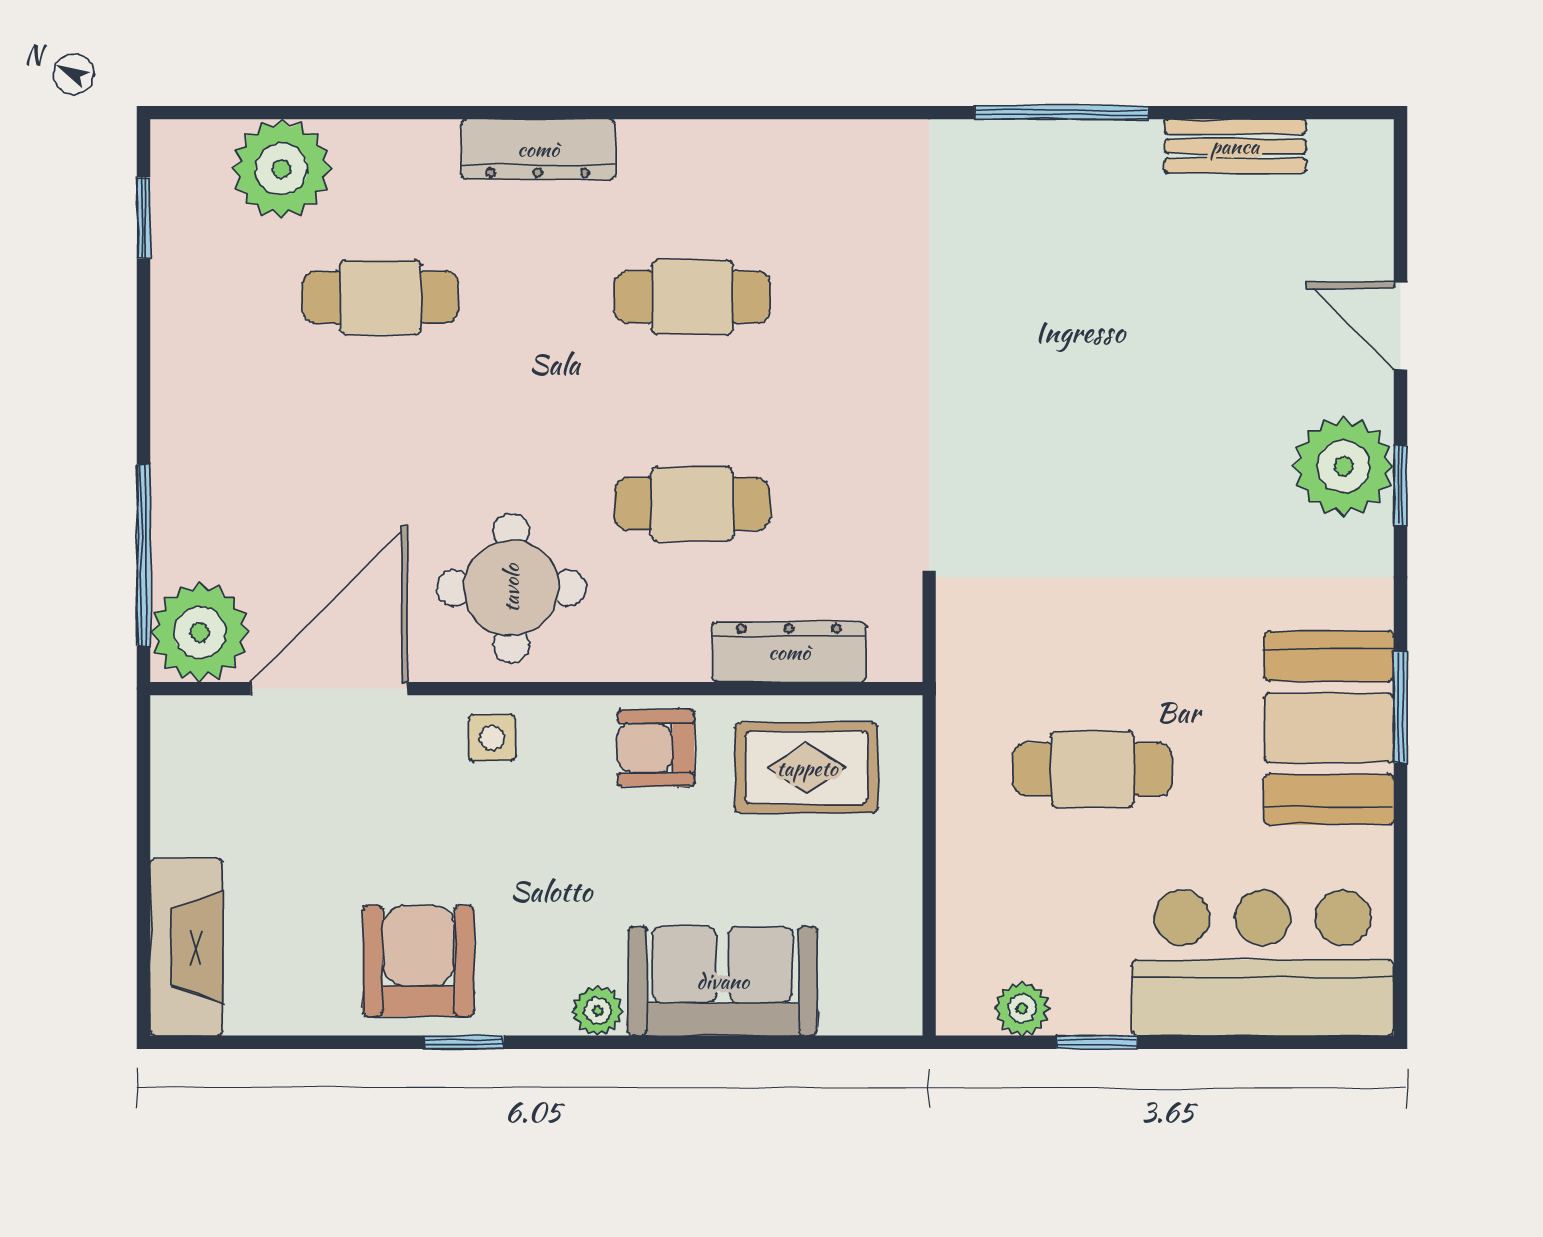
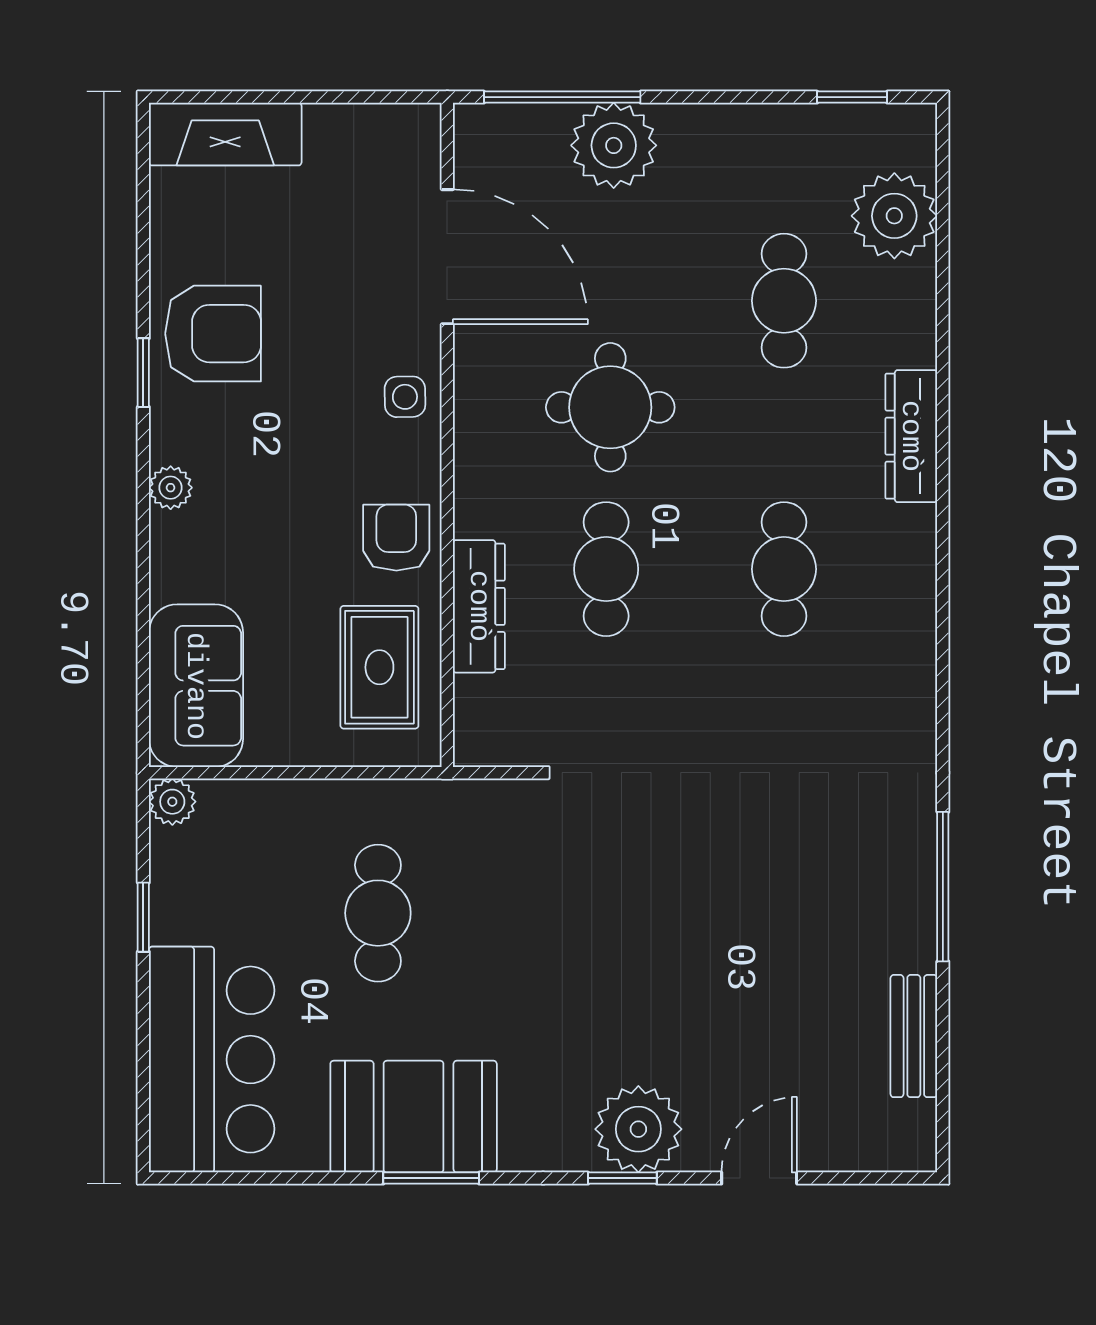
round table: (511, 588) -> (610, 407), moved
plant: (200, 632) -> (614, 145), moved
dresser: (789, 652) -> (479, 606), moved
sofa: (723, 981) -> (196, 686), moved
plant: (1022, 1009) -> (172, 802), moved

